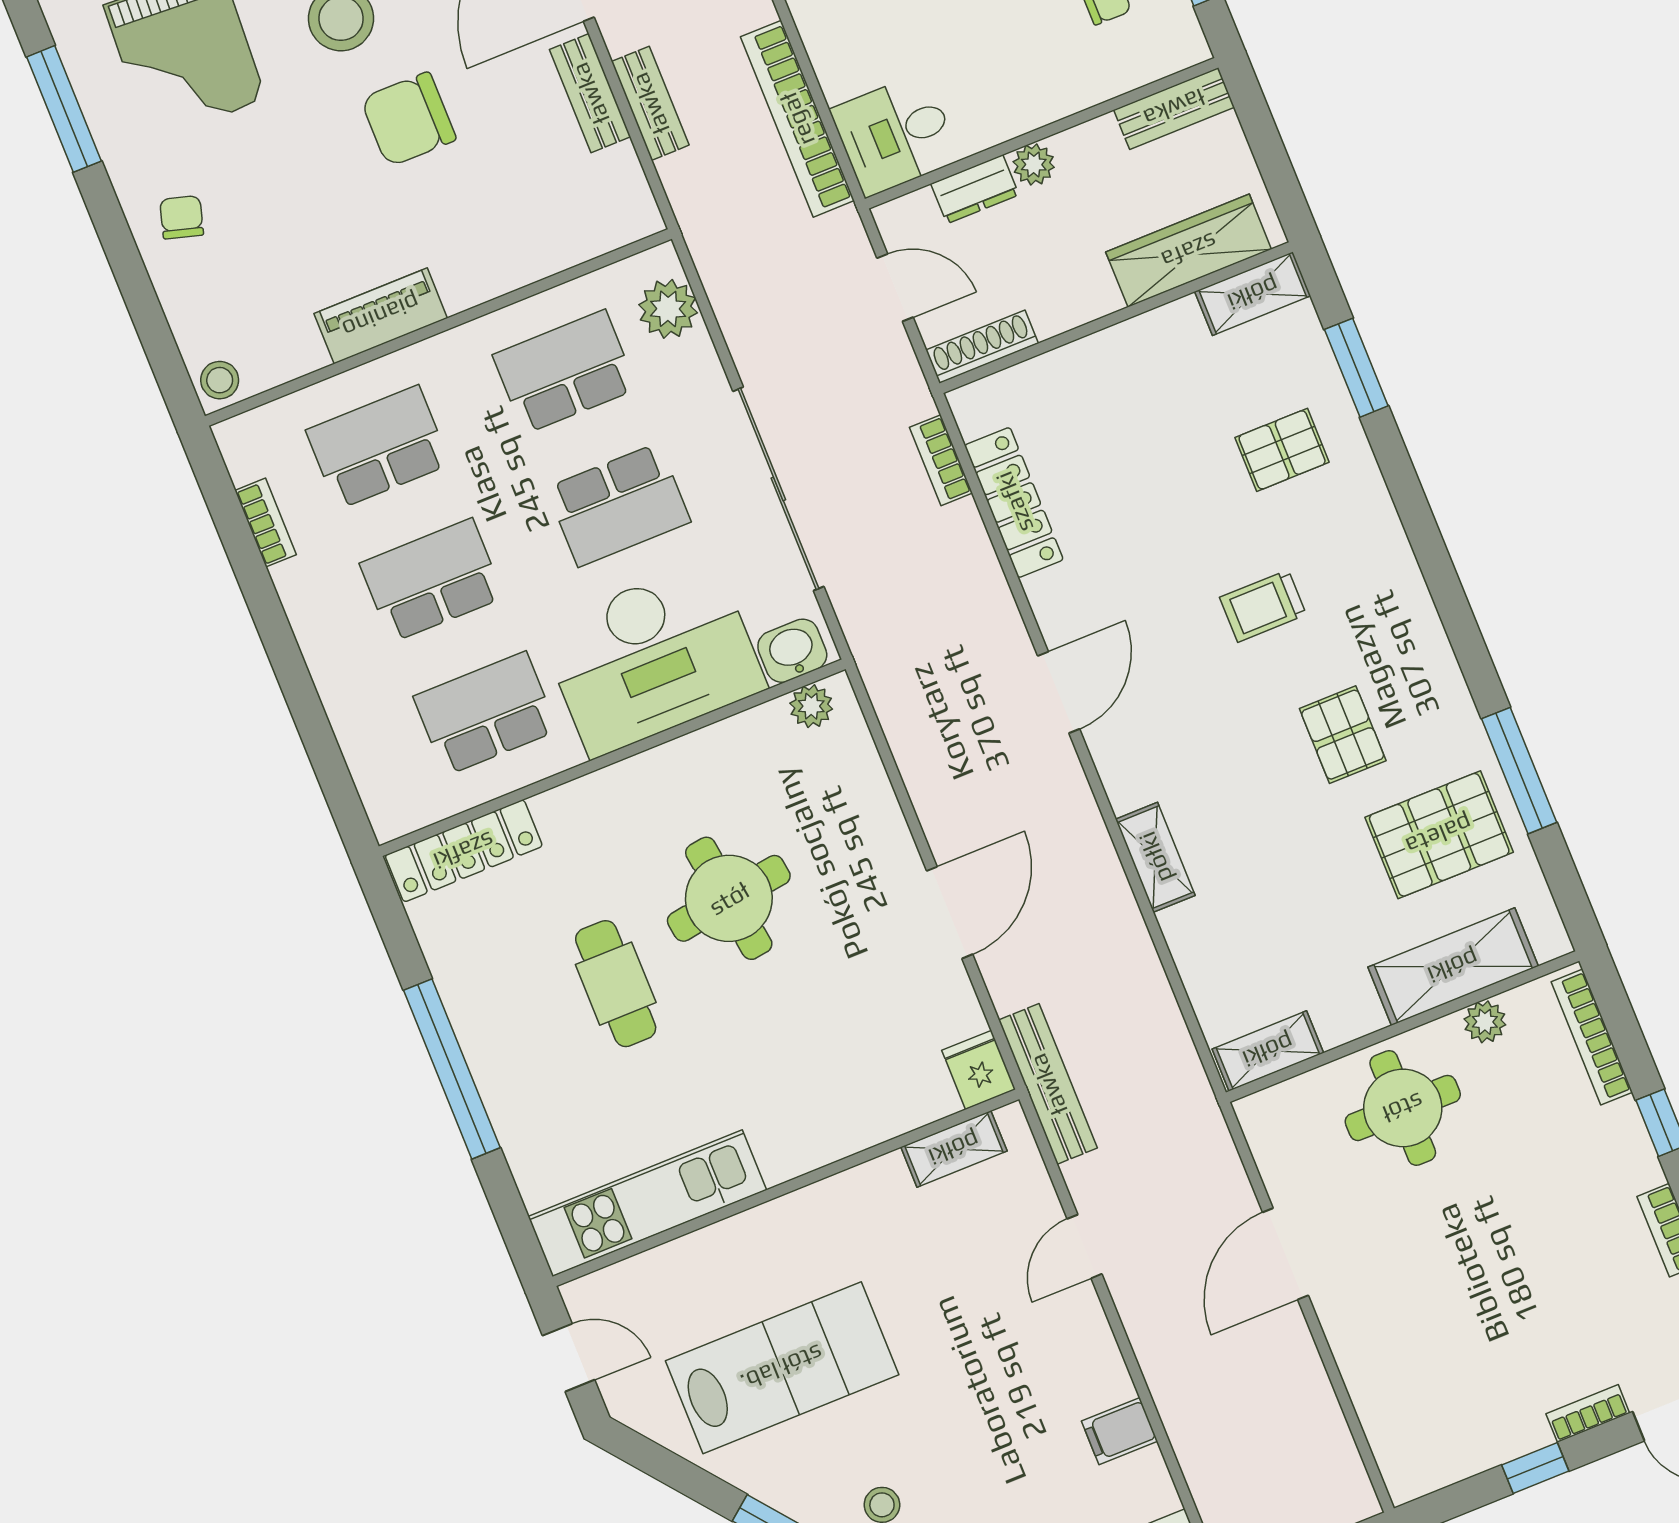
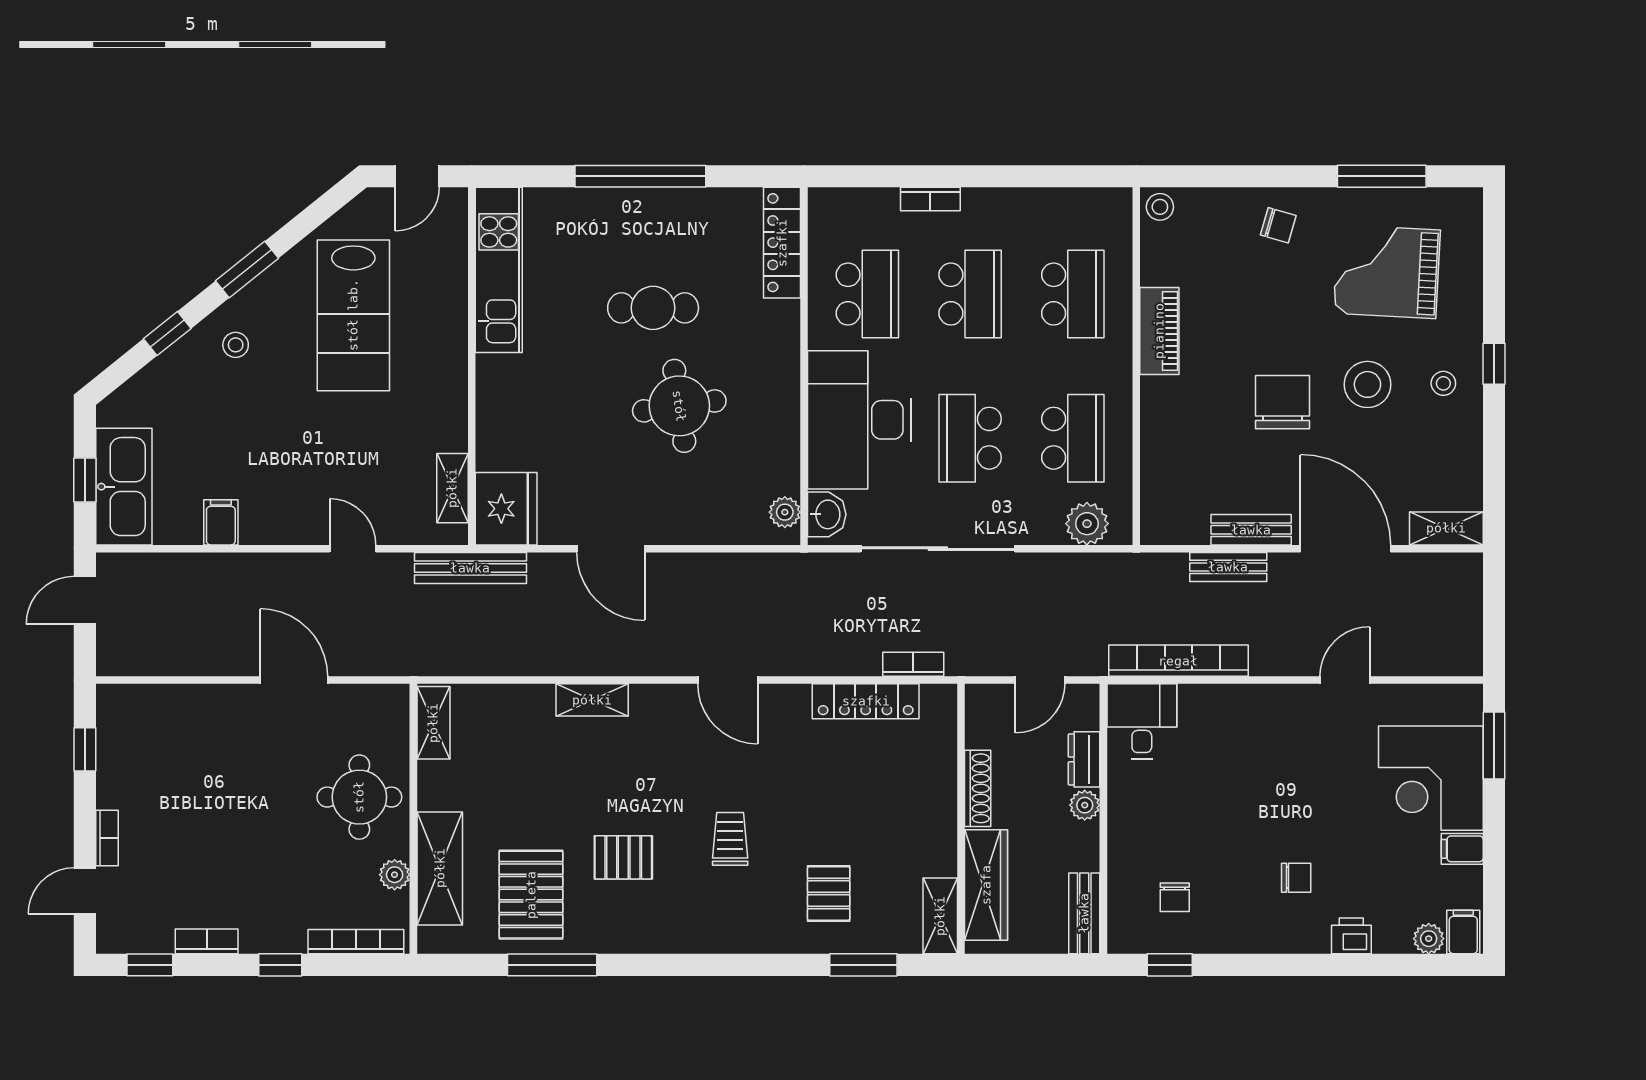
shoe rack: (982, 347) -> (978, 788), moved
bookcase: (266, 523) -> (930, 199), moved
fridge: (979, 1070) -> (506, 509), width x1.88, depth x1.34
window: (1535, 1468) -> (85, 749), moved

